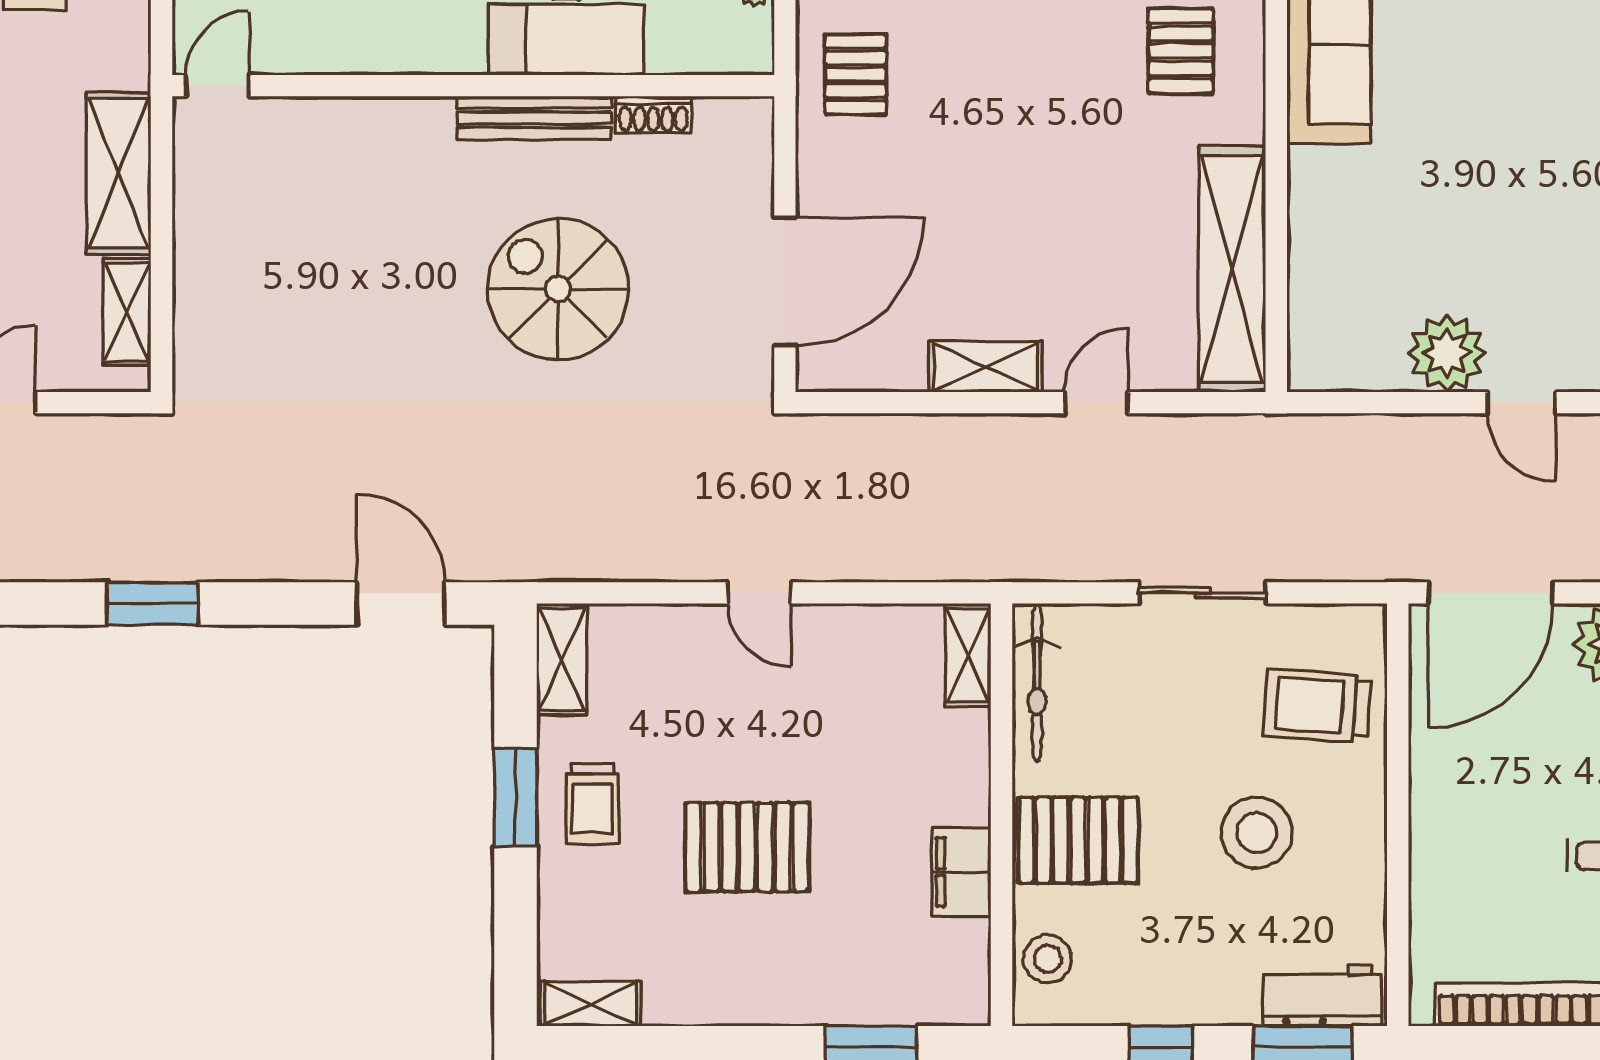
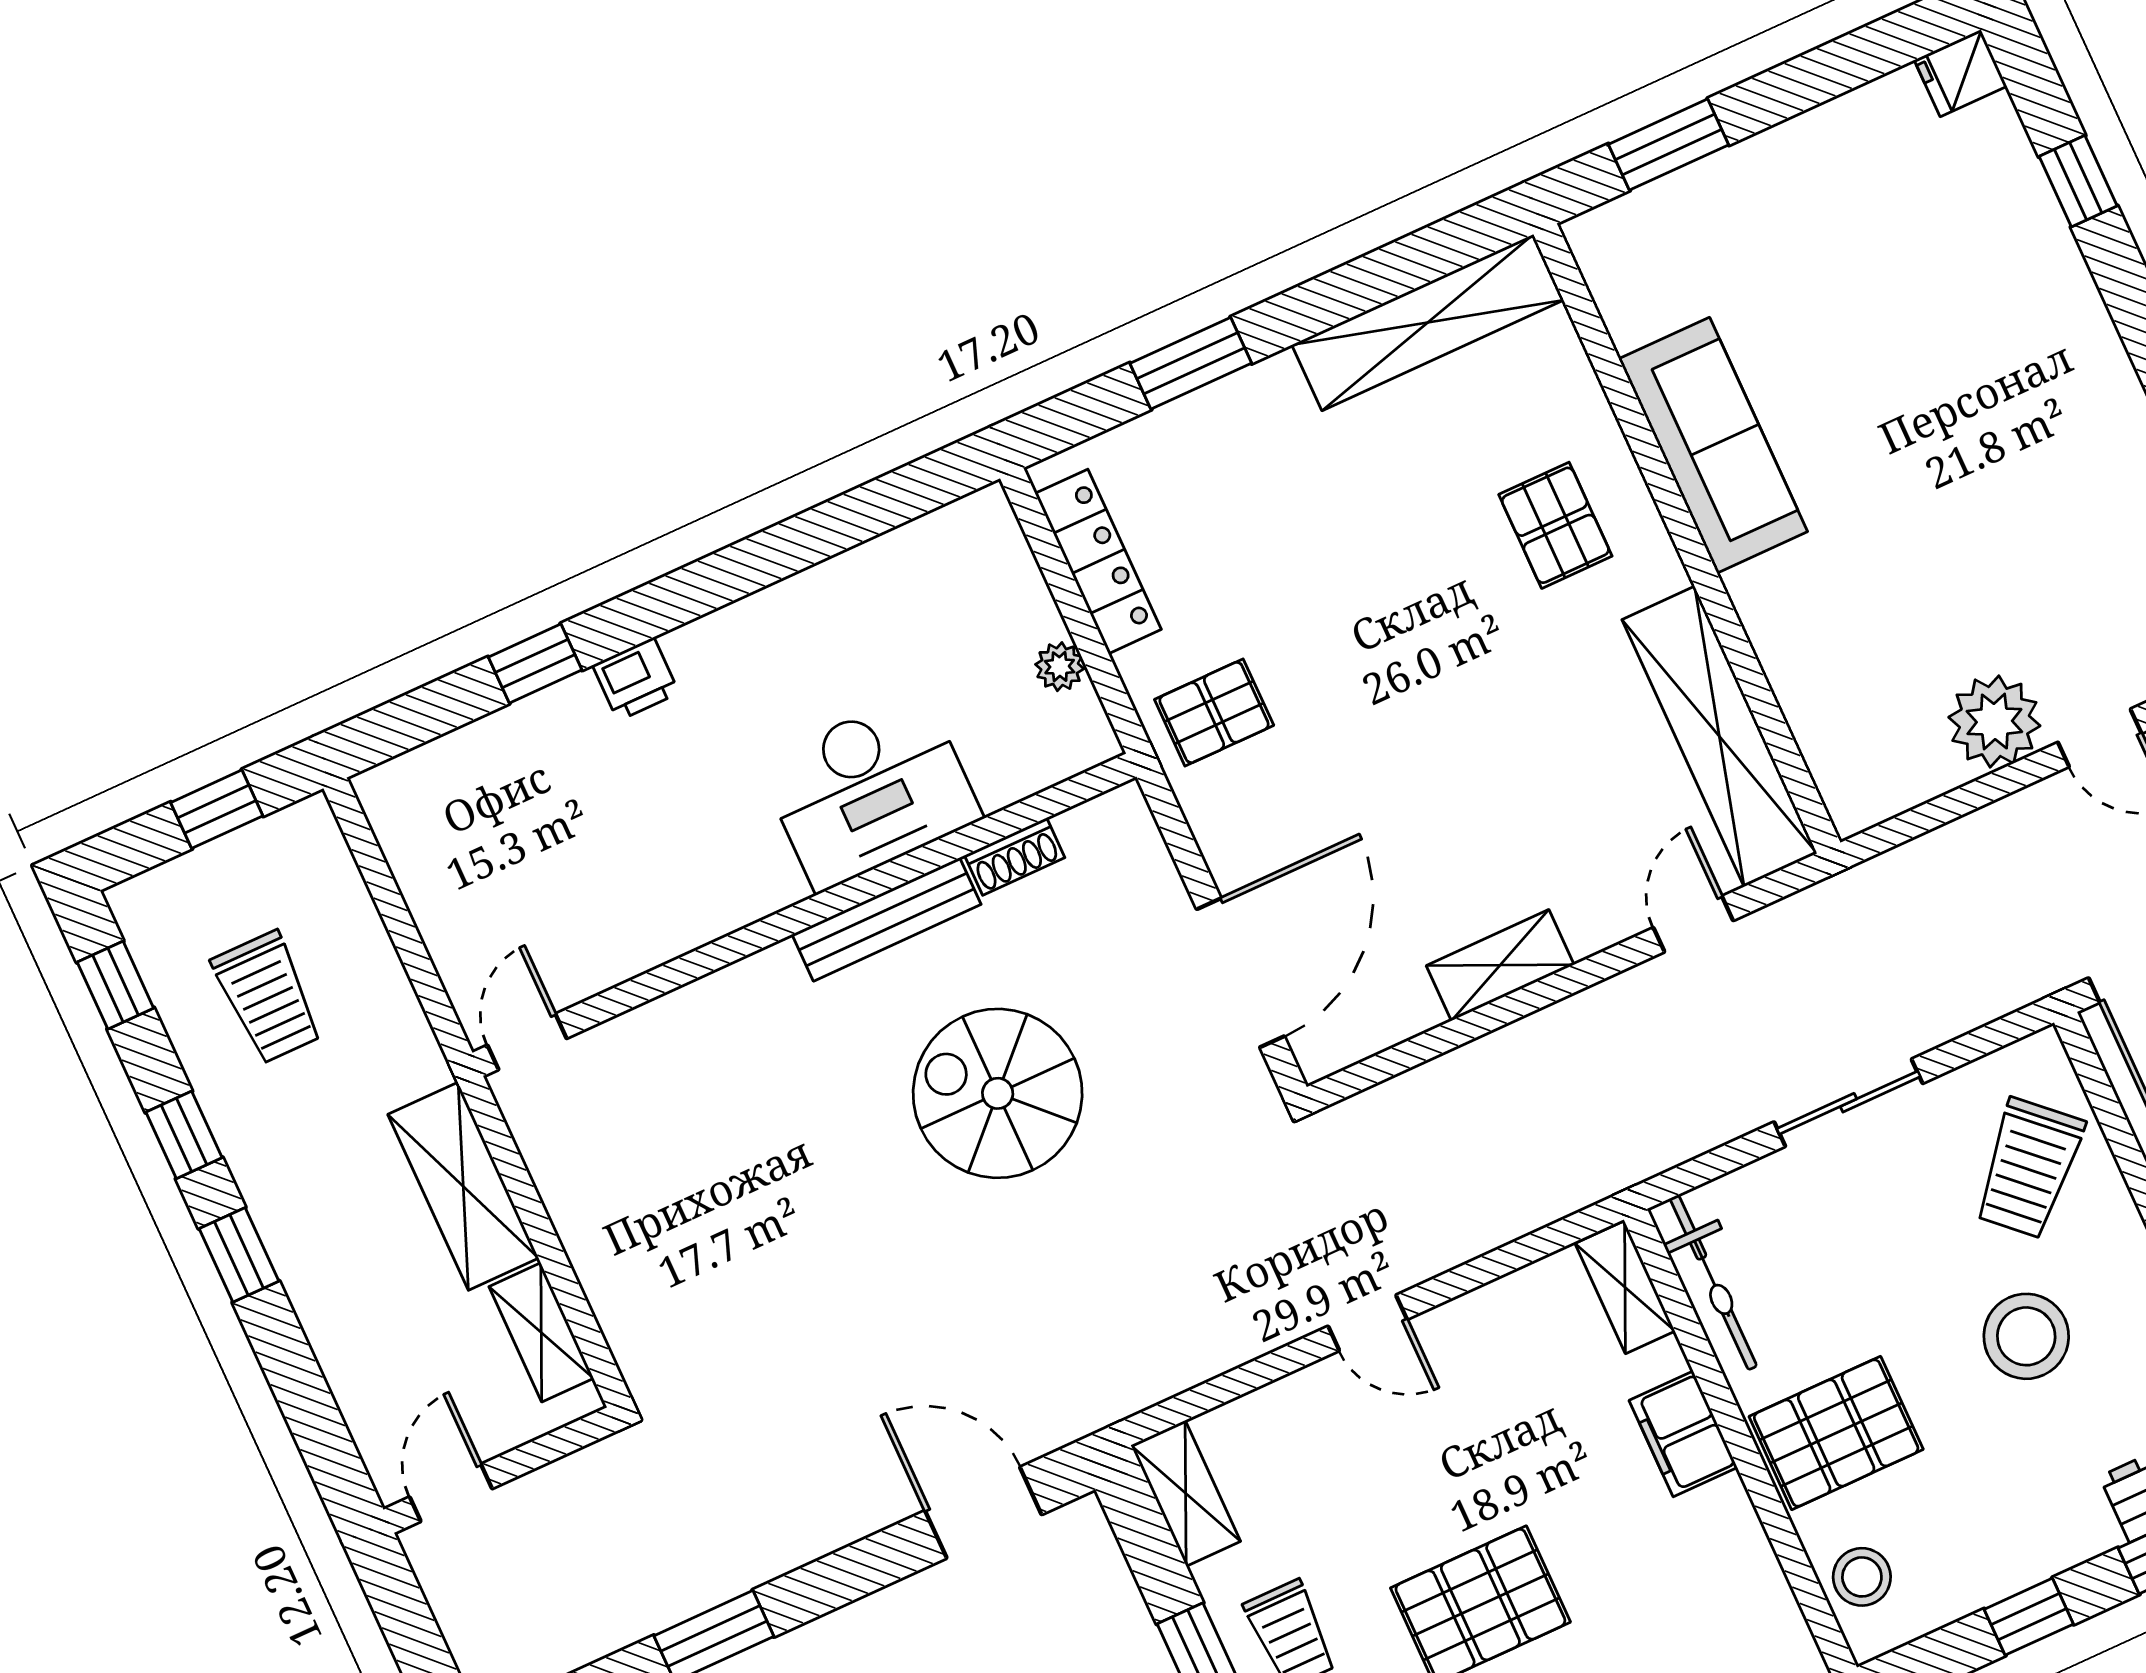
pallet: (856, 74) -> (1214, 712), turned 90
door: (1096, 403) -> (1693, 924), moved
trolley: (1317, 706) -> (2029, 1168), turned -51
filing cabinet: (961, 872) -> (1683, 1434), moved

